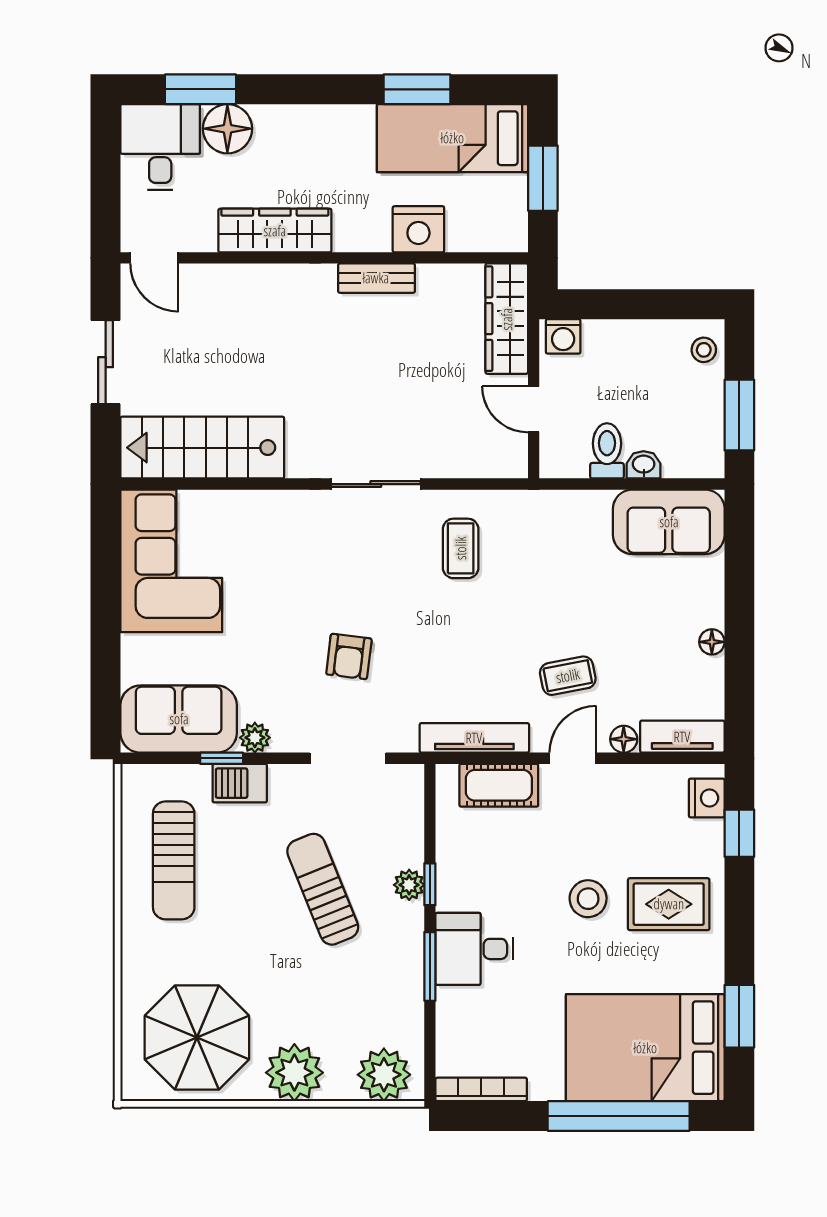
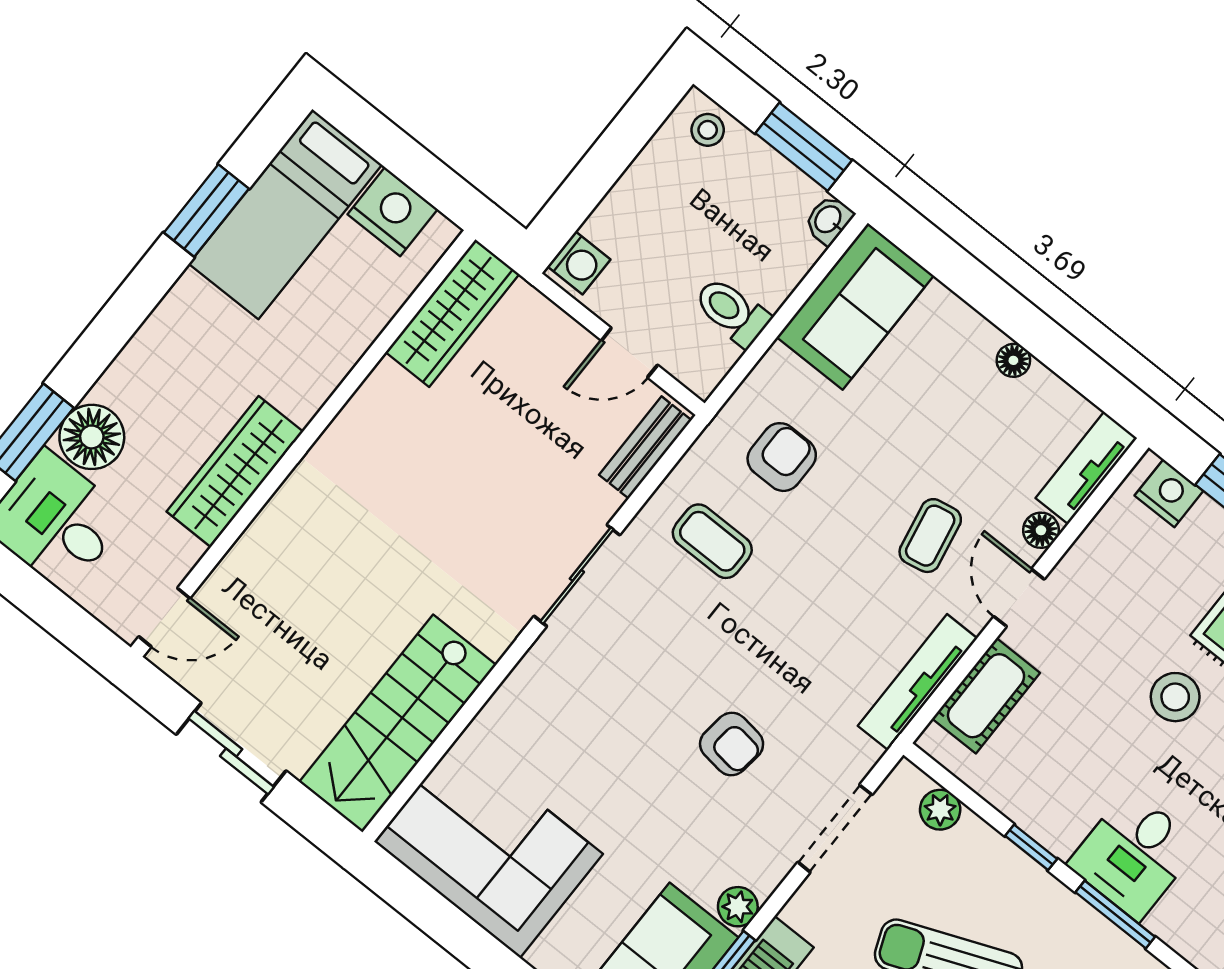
window: (543, 178) -> (400, 154), removed
nightstand: (418, 229) -> (393, 212), moved, turned -90
bench: (376, 278) -> (645, 447), moved
wardrobe: (507, 319) -> (452, 313), moved, turned -90
washbasin: (644, 465) -> (829, 220), moved
armchair: (544, 550) -> (782, 457), added
plant: (409, 885) -> (940, 810), moved

